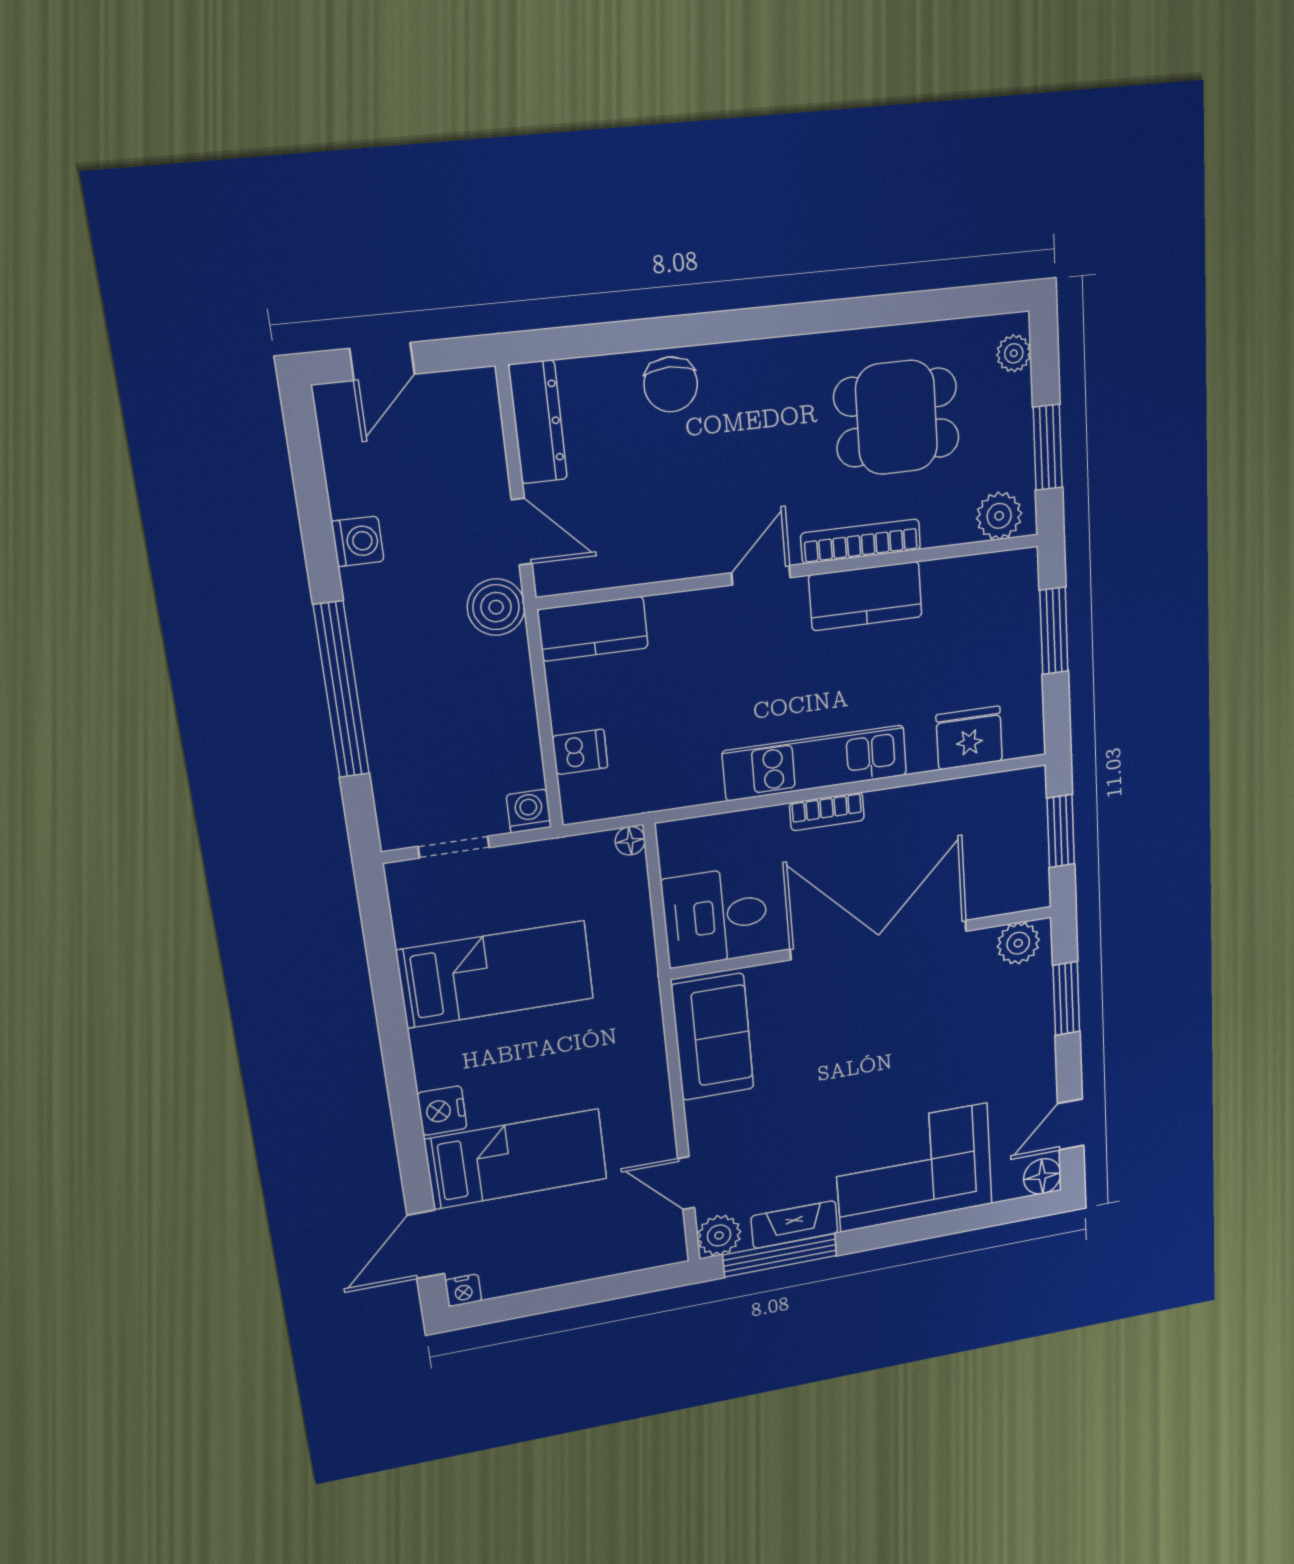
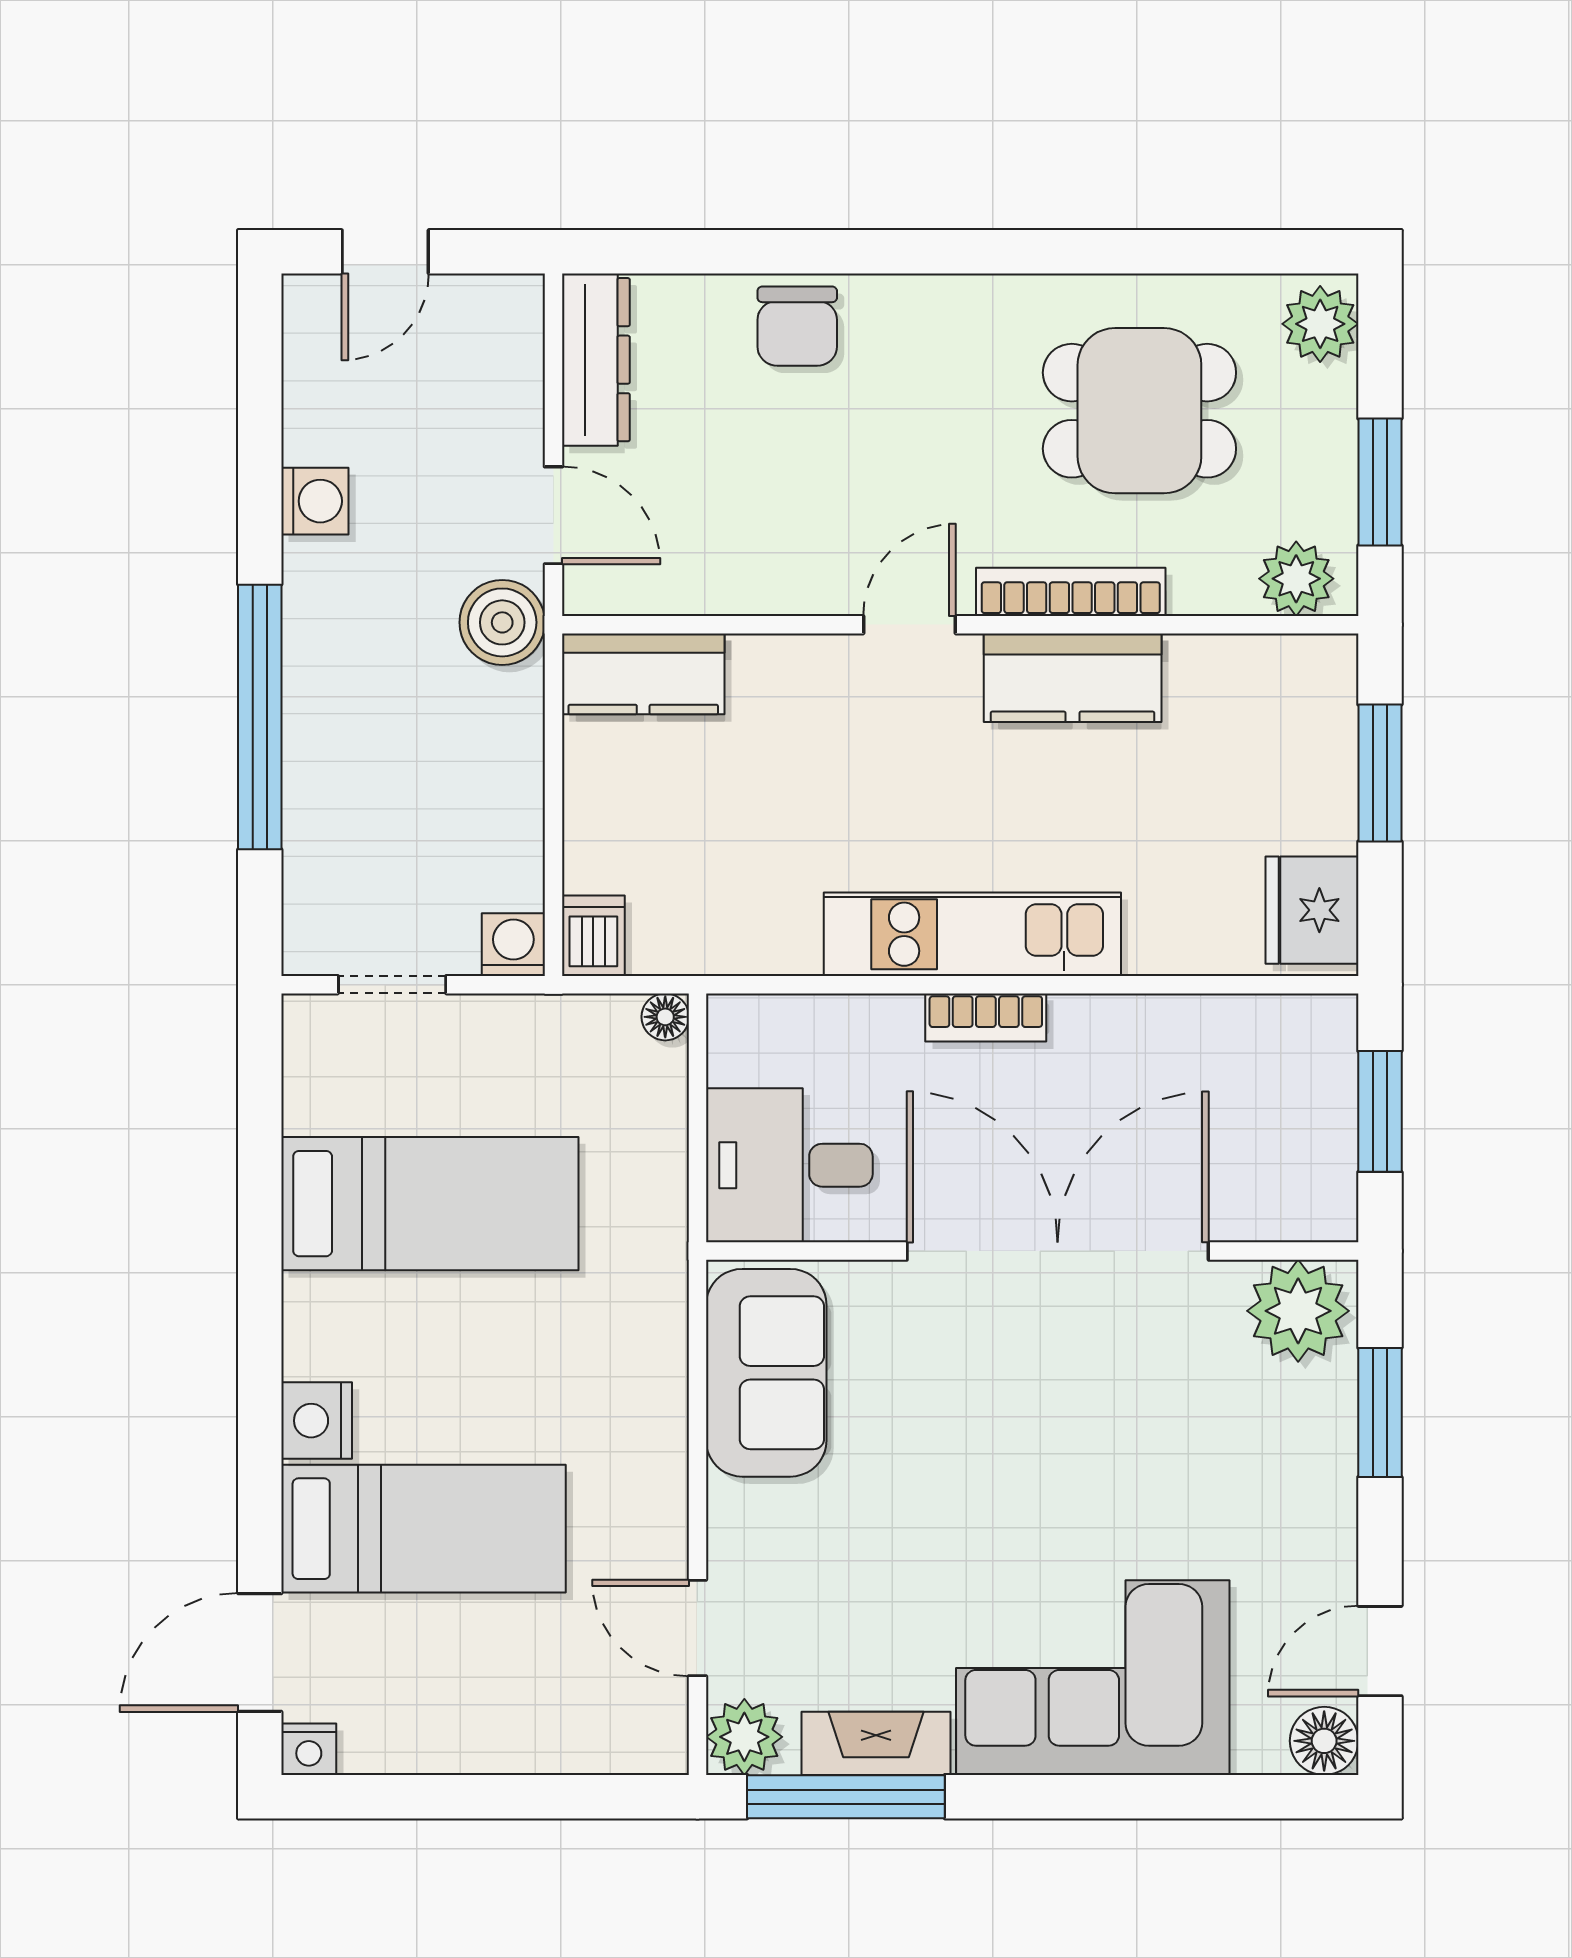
plant: (1014, 353) -> (1320, 324), width x1.38, depth x1.38
fridge: (969, 738) -> (1312, 910), moved, turned -90
dishwasher: (580, 752) -> (593, 936), moved, turned -90
plant: (1018, 943) -> (1298, 1311), width x1.36, depth x1.36

